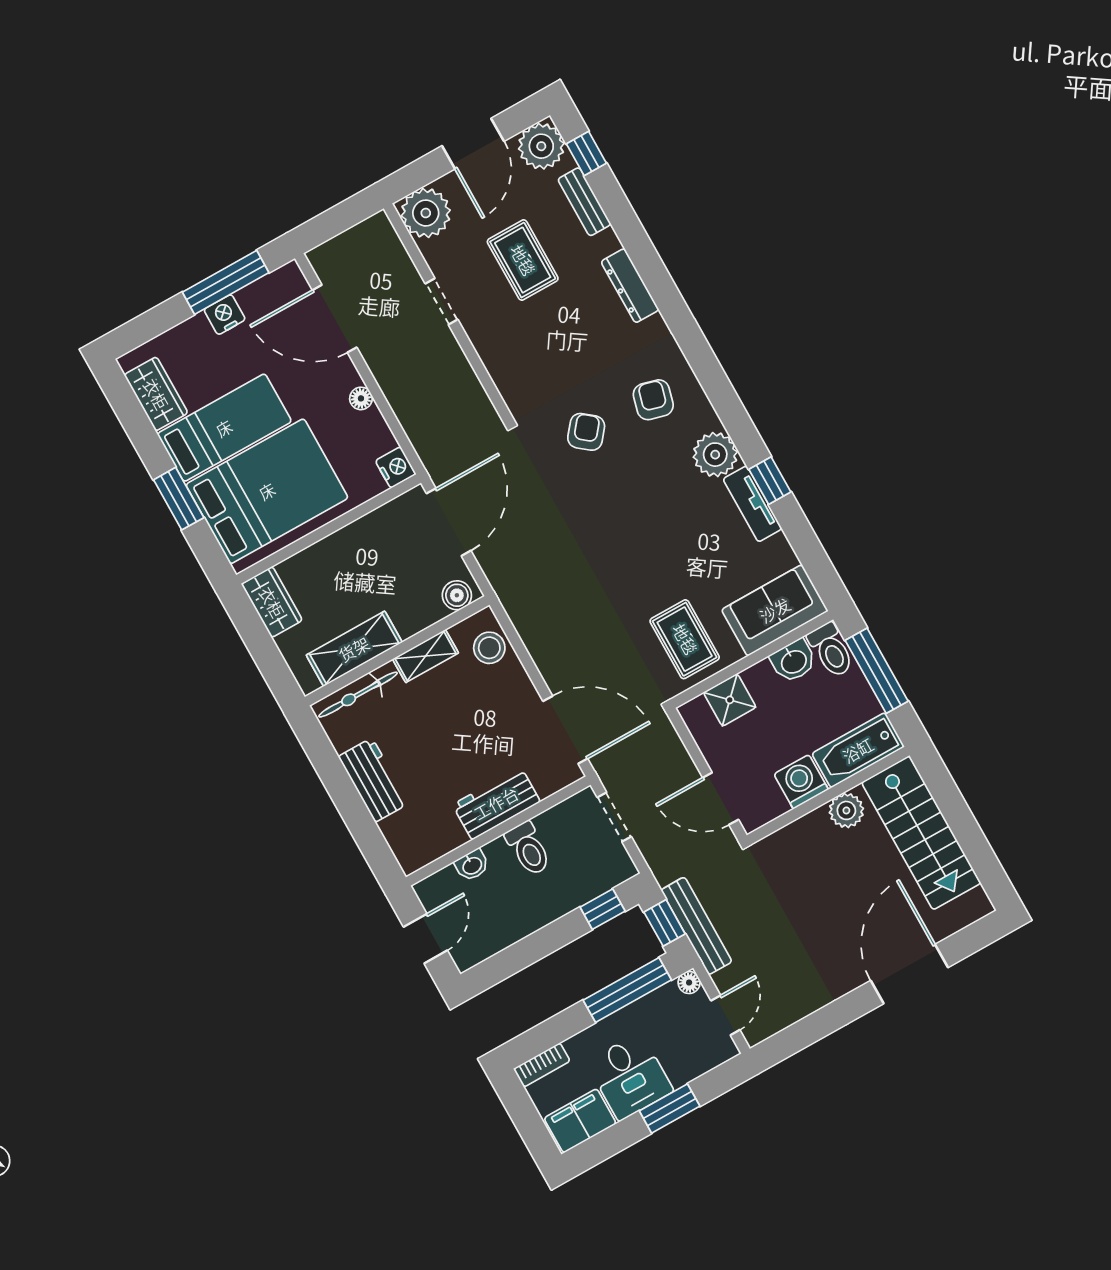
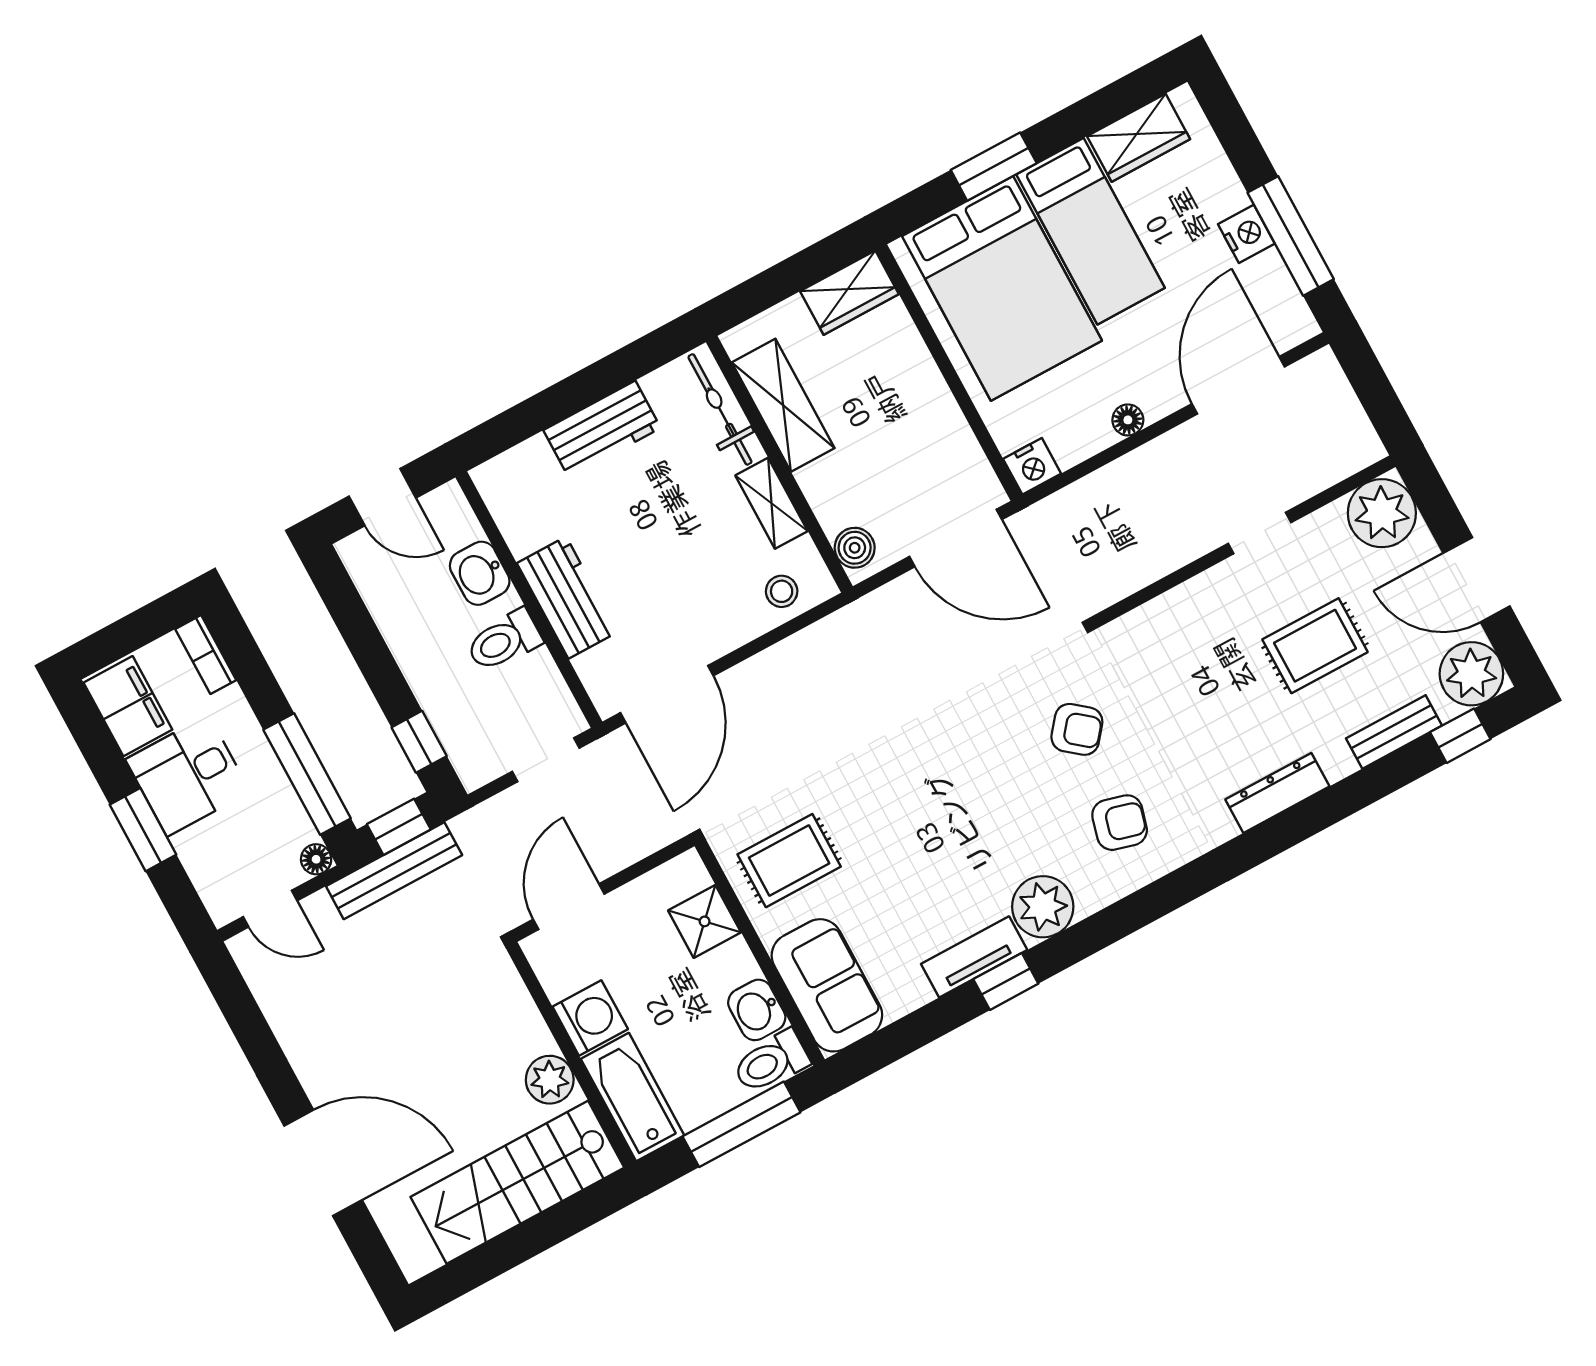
stool: (489, 648) -> (782, 591), width x0.73, depth x0.73
washbasin: (472, 865) -> (480, 573), width x1.38, depth x1.45

